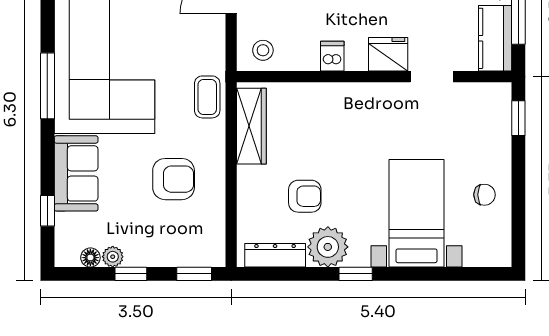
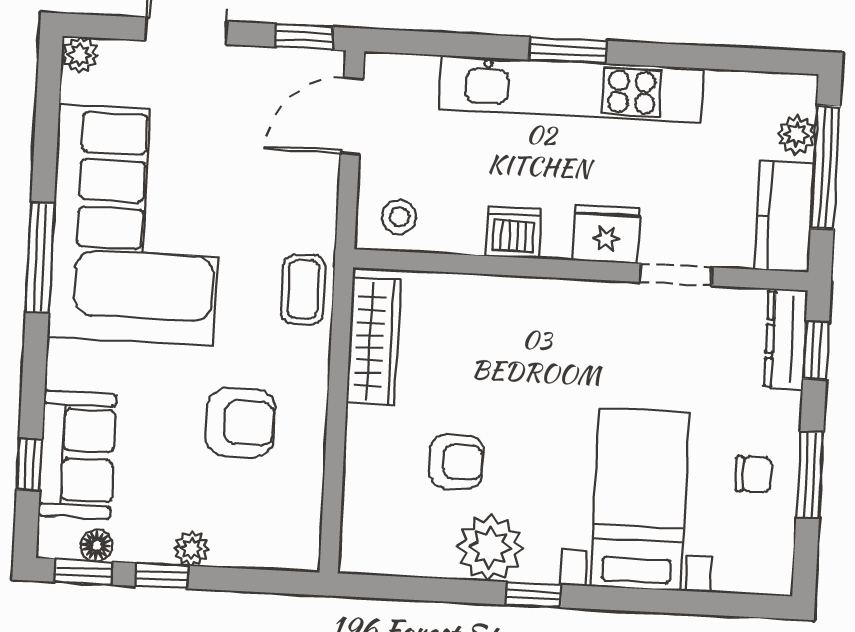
dishwasher: (332, 56) -> (514, 232), width x1.38
sofa: (76, 173) -> (77, 455), moved
window: (518, 193) -> (810, 474), added
dresser: (275, 255) -> (786, 339), moved, turned -90
plant: (113, 257) -> (191, 549), moved
window: (194, 274) -> (84, 572), moved

